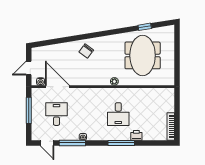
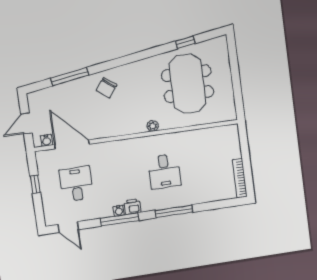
window: (62, 40) -> (70, 77), added
window: (29, 110) -> (35, 184), width x0.46
printer: (136, 135) -> (132, 207), moved
window: (72, 143) -> (120, 219), moved

